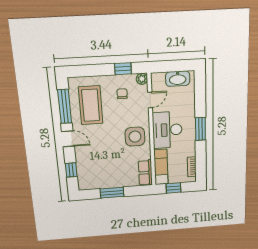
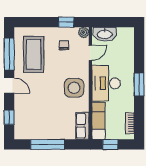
washbasin: (178, 79) -> (105, 34), moved
window: (112, 193) -> (47, 144), width x1.44

